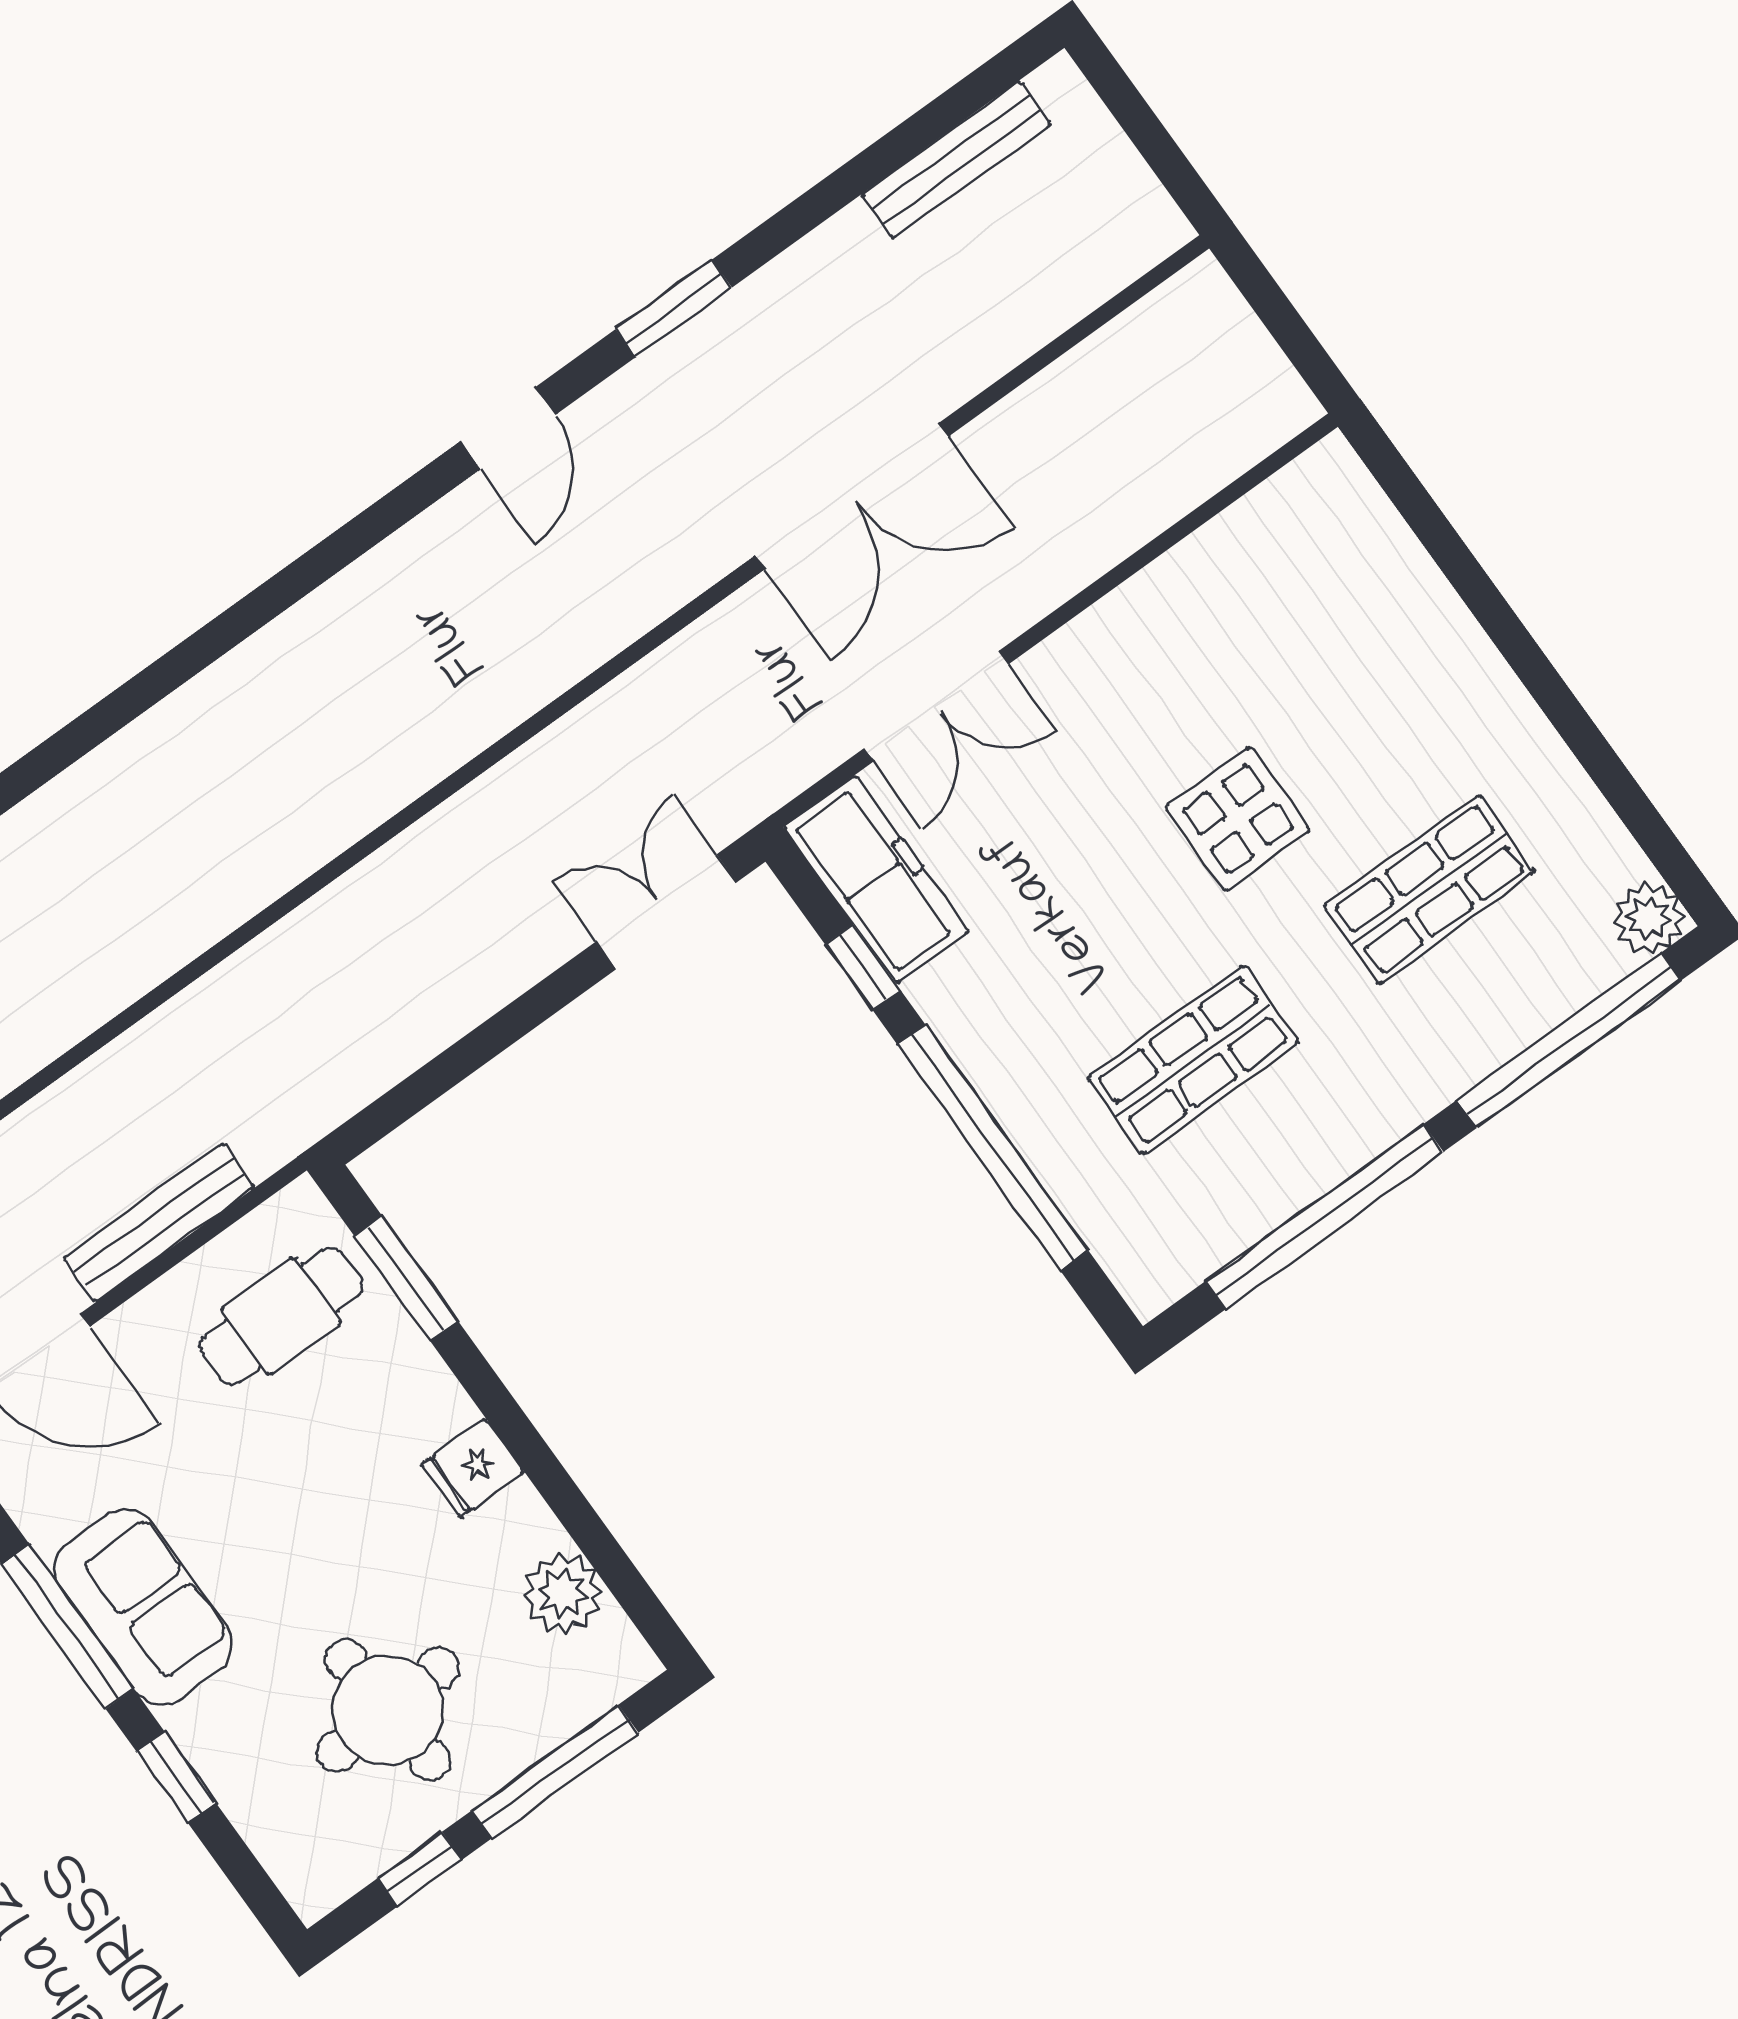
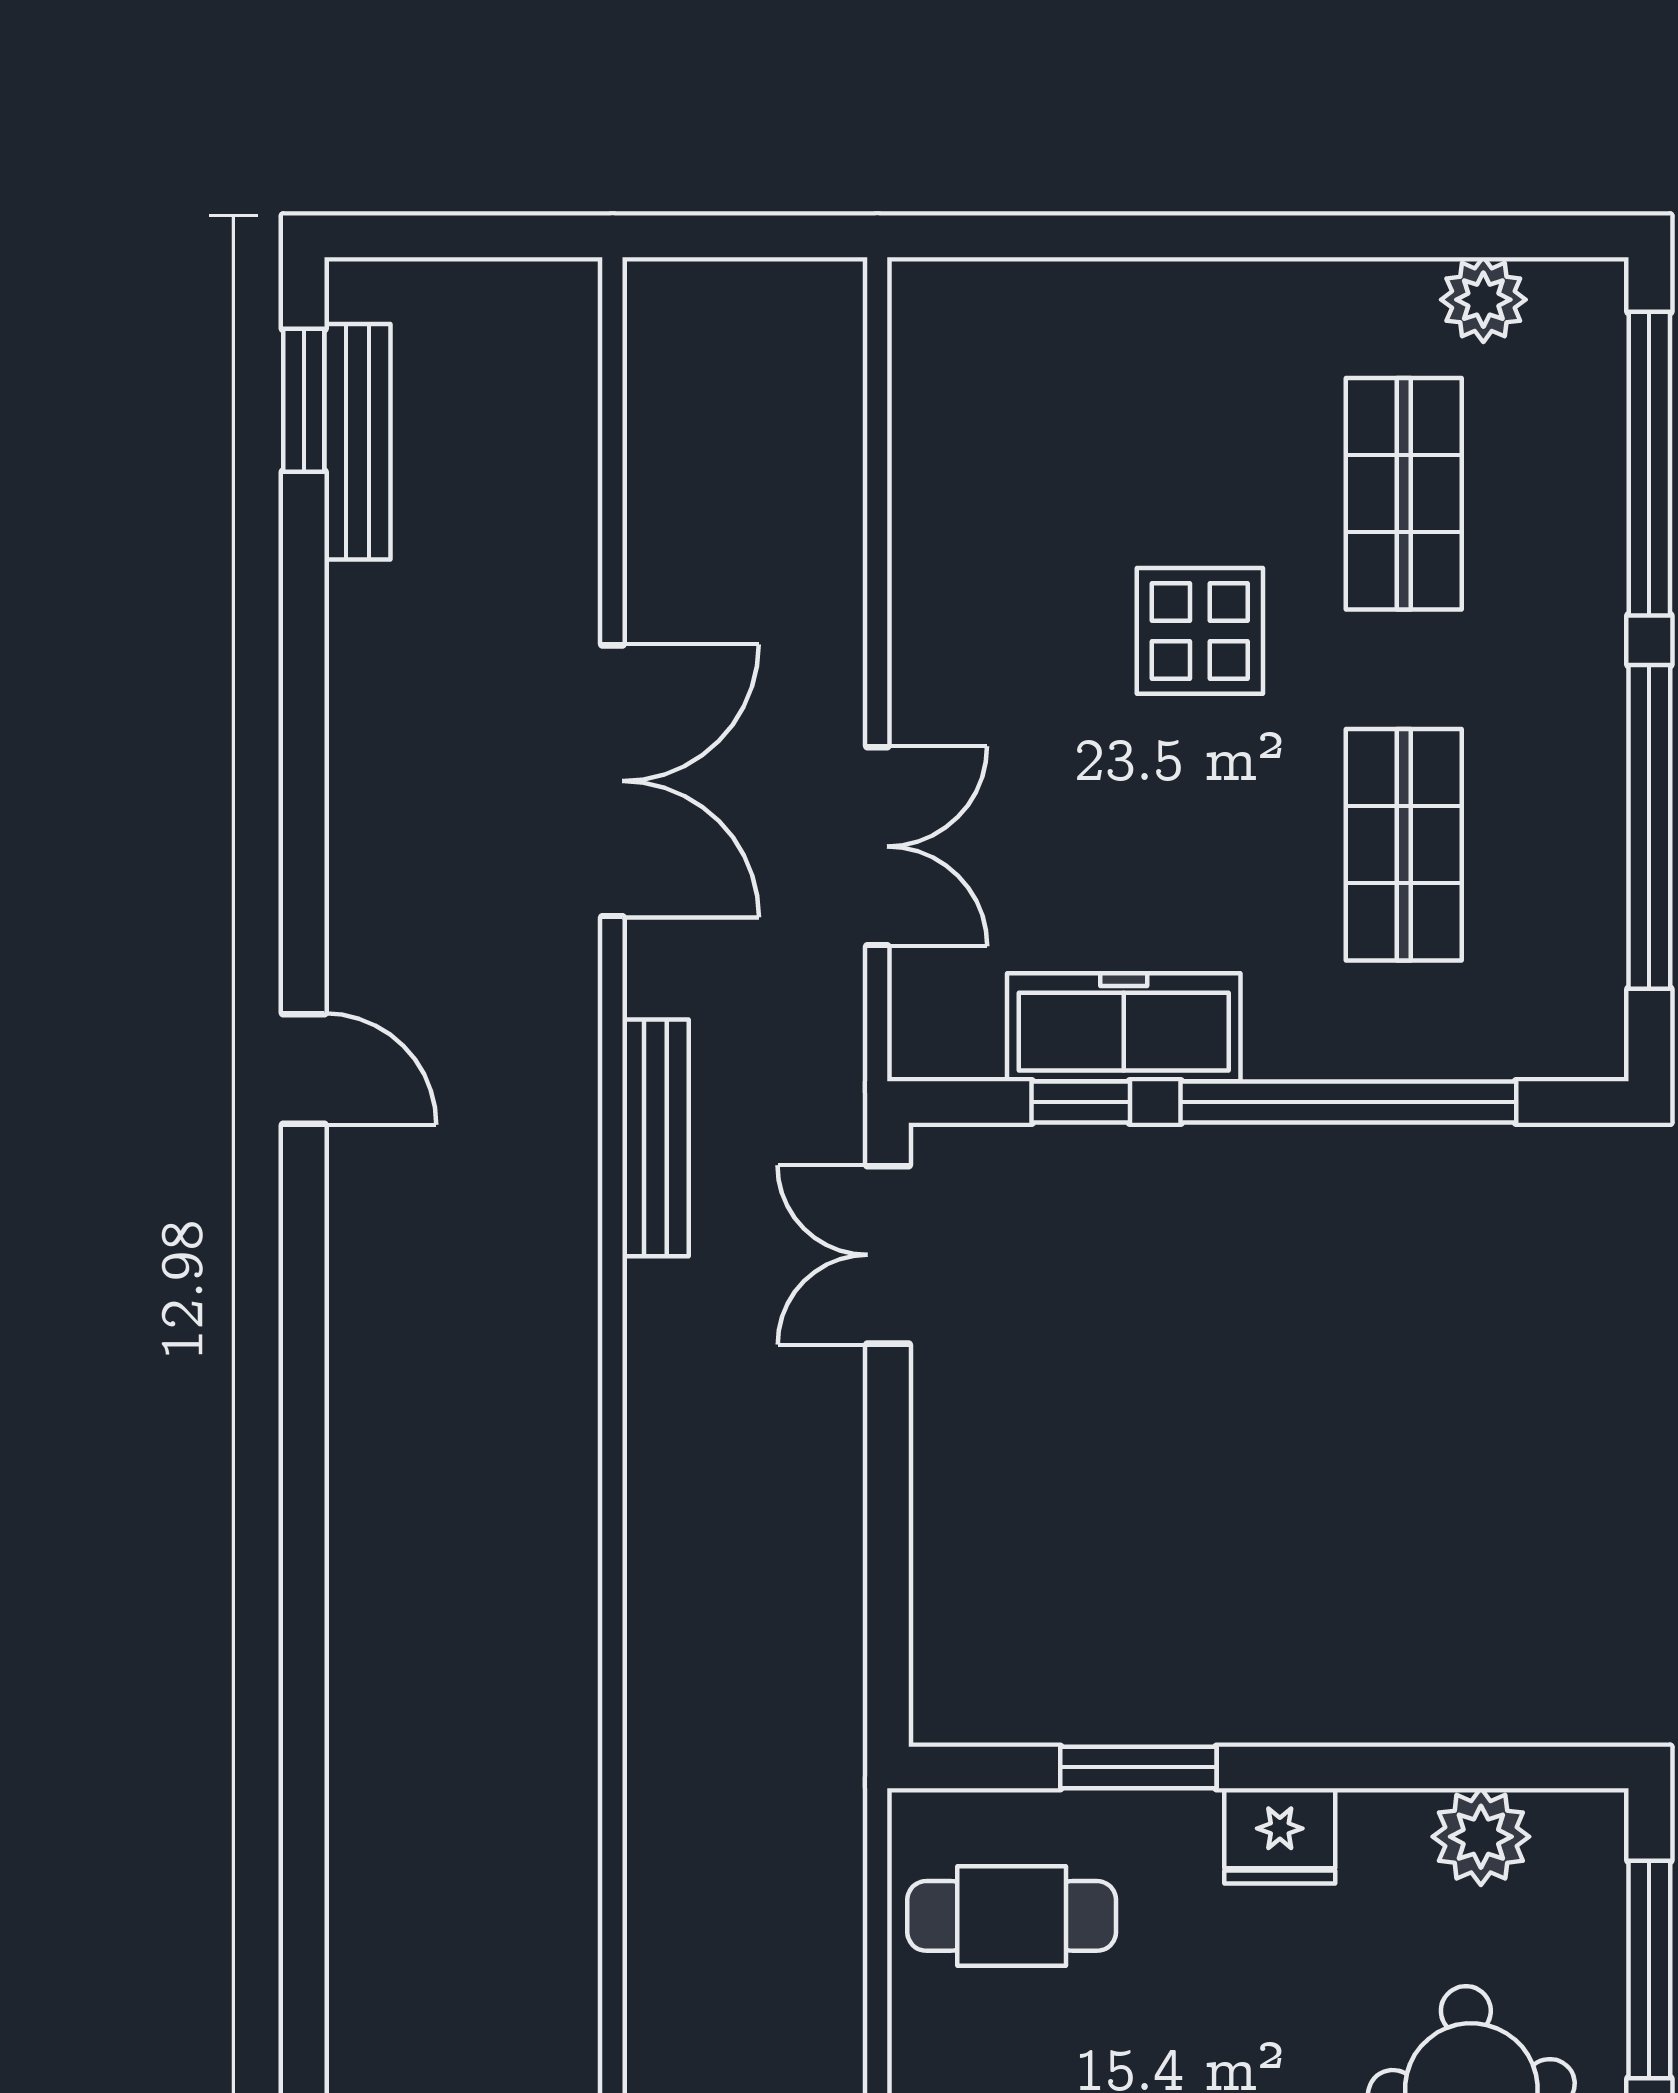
window: (674, 308) -> (304, 400), moved
freezer: (876, 879) -> (1124, 1027), moved
plant: (1649, 918) -> (1483, 300), moved
bench: (159, 1222) -> (656, 1138), moved
window: (406, 1278) -> (1138, 1767), moved
cafe table: (281, 1316) -> (1012, 1916), turned 90
fridge: (473, 1468) -> (1280, 1836), width x1.38

